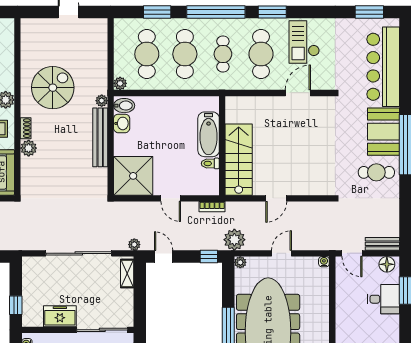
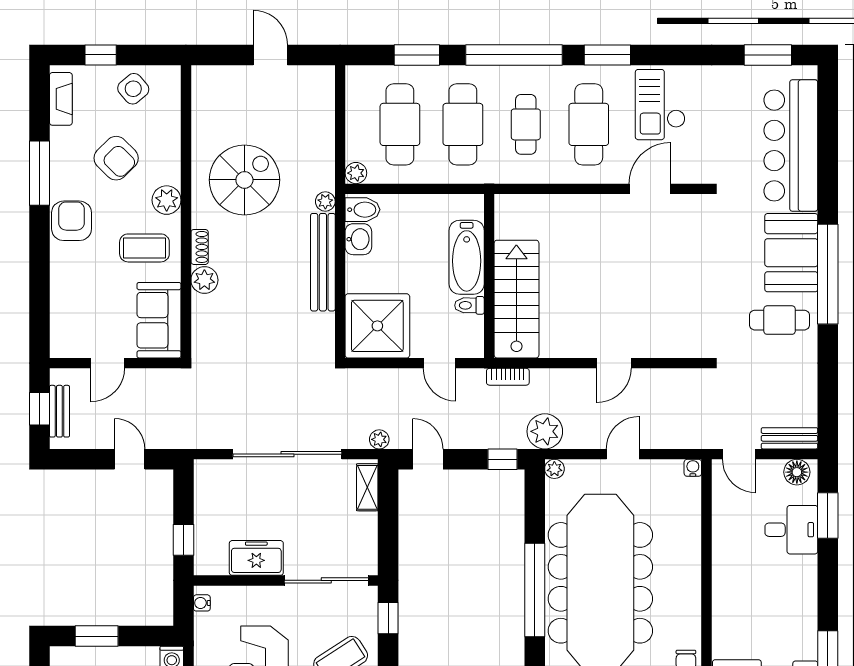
bathtub: (209, 134) -> (467, 257), moved
wall: (222, 146) -> (489, 276), moved
stairs: (239, 160) -> (516, 299), moved
toilet: (210, 163) -> (469, 305), moved

